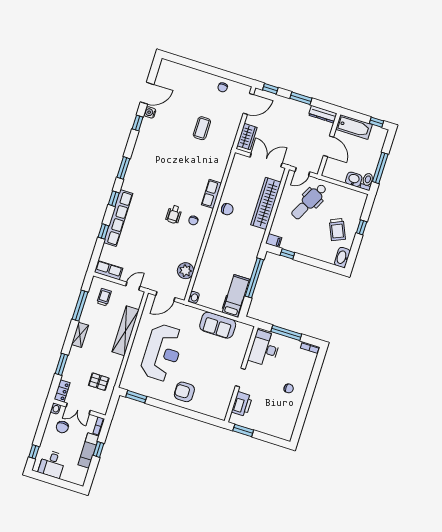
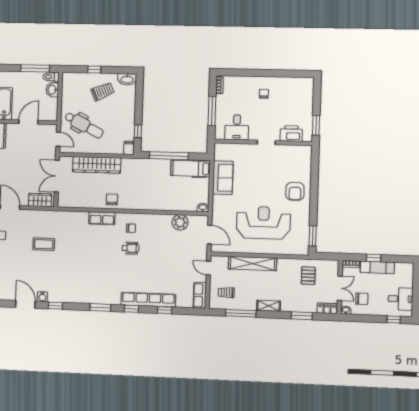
desk: (265, 349) -> (237, 127), width x0.73

